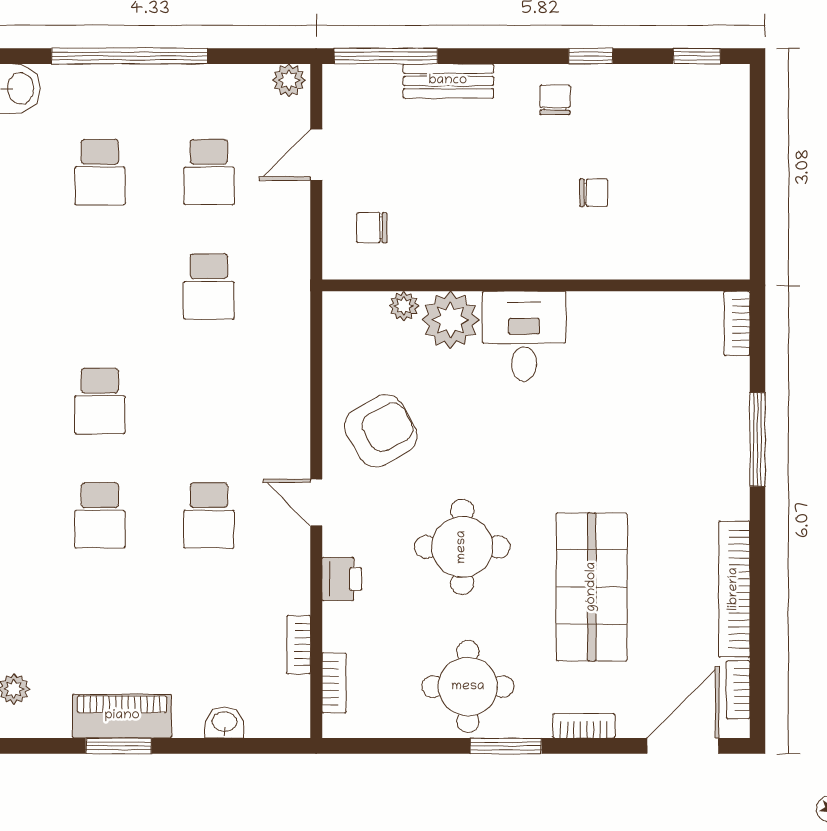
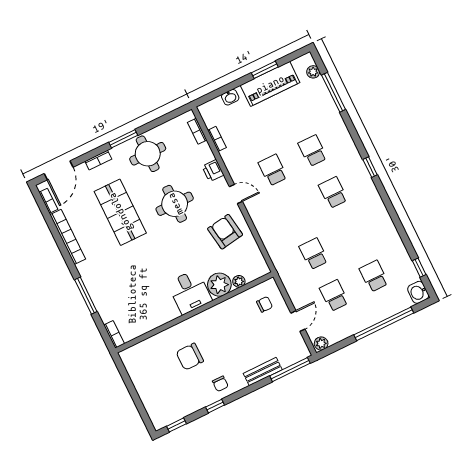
chair: (594, 193) -> (190, 357), width x1.87, depth x1.87
armchair: (381, 431) -> (225, 232), turned 110
piano: (122, 716) -> (270, 84), width x1.37, depth x1.33

